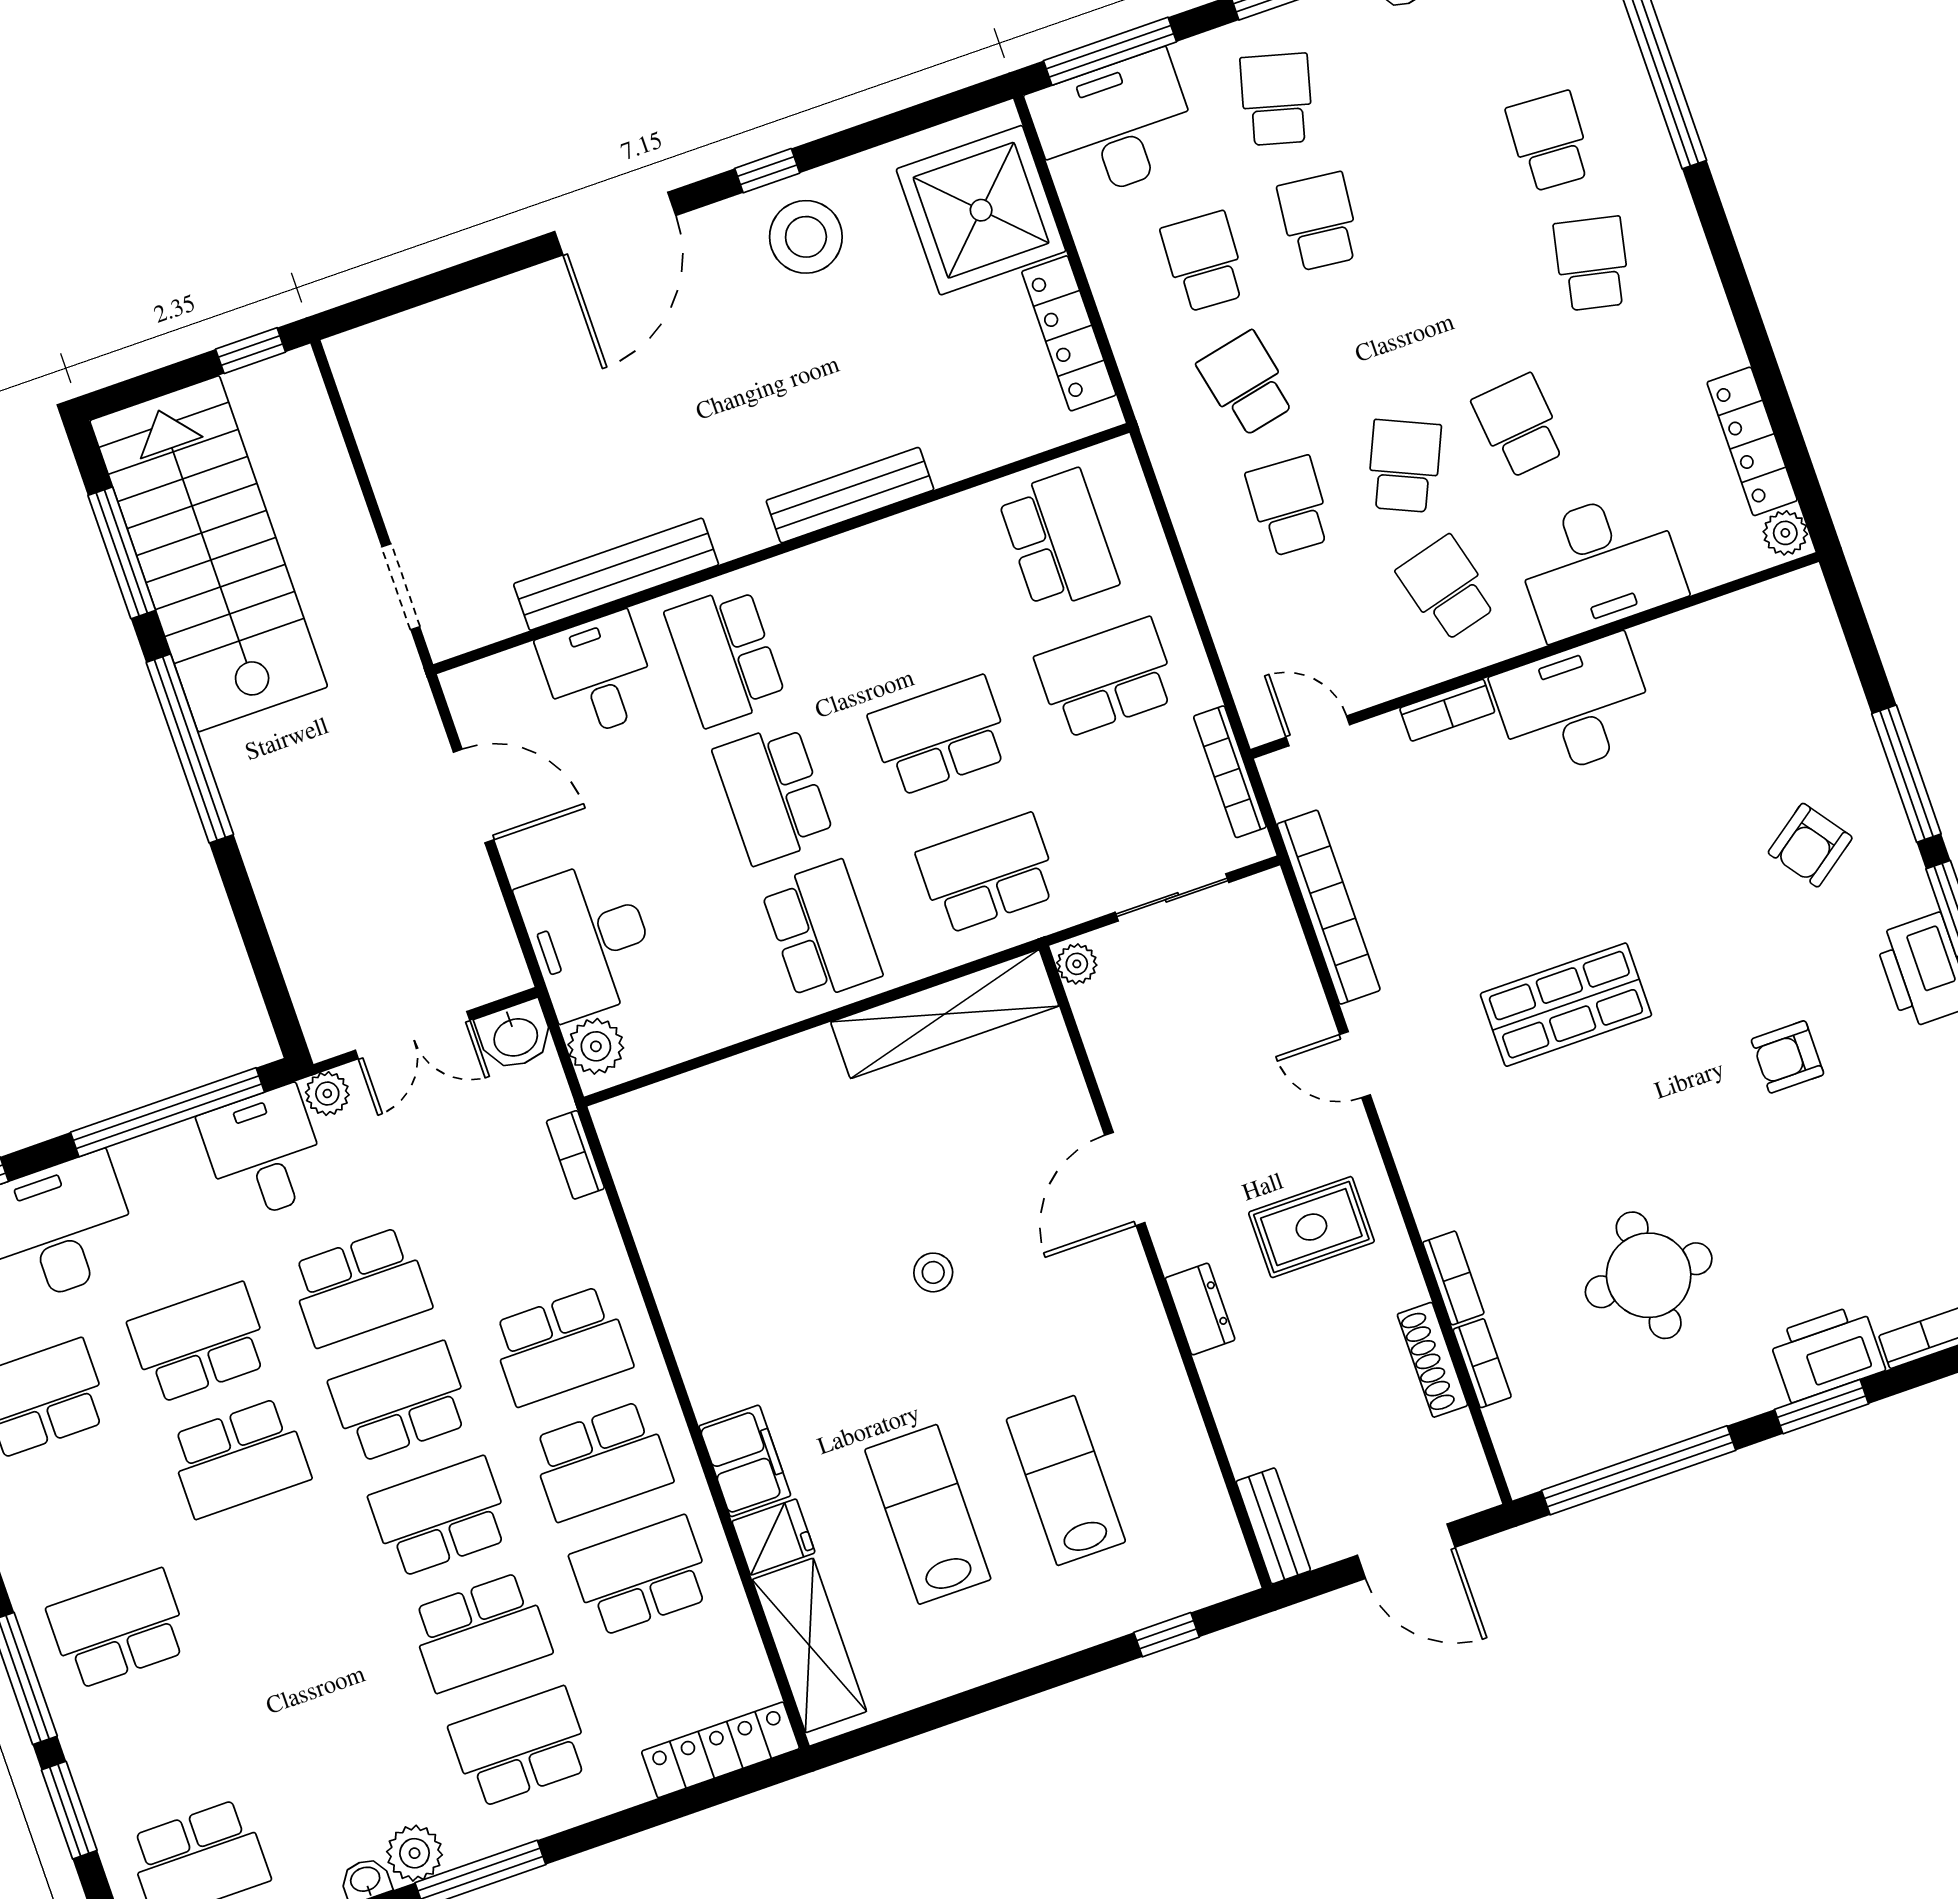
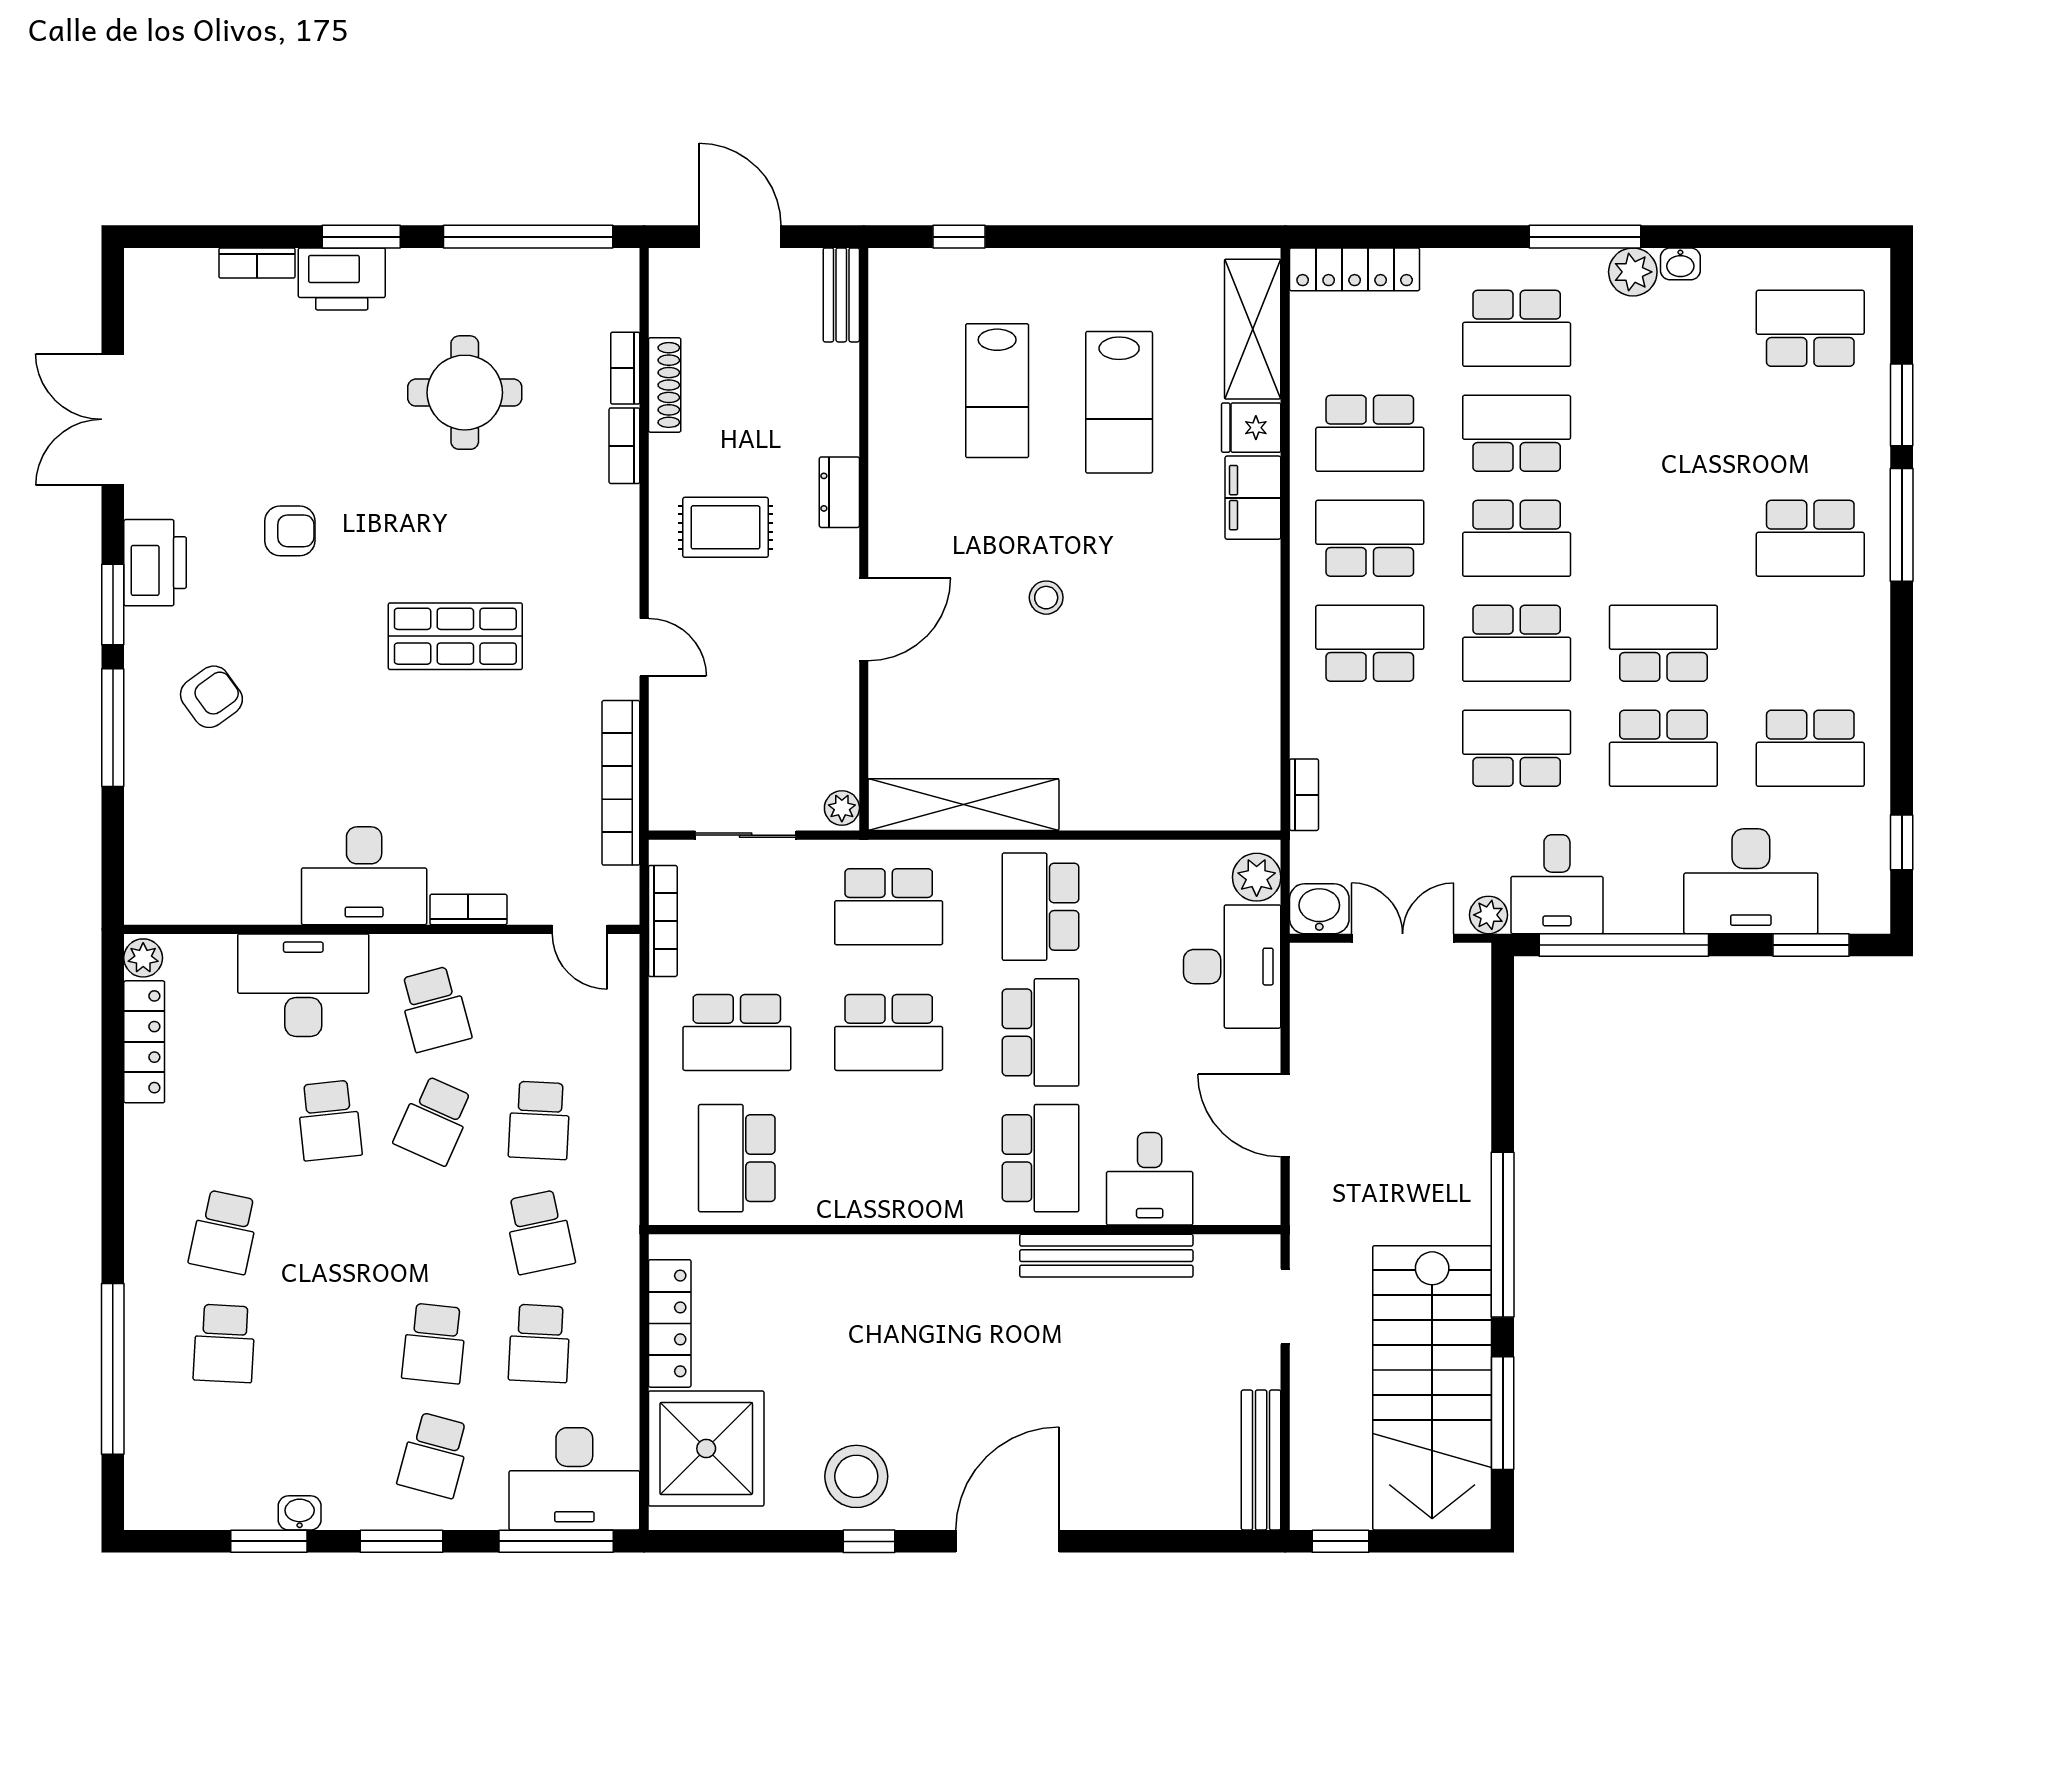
bench: (850, 495) -> (1261, 1460), moved, turned 90

